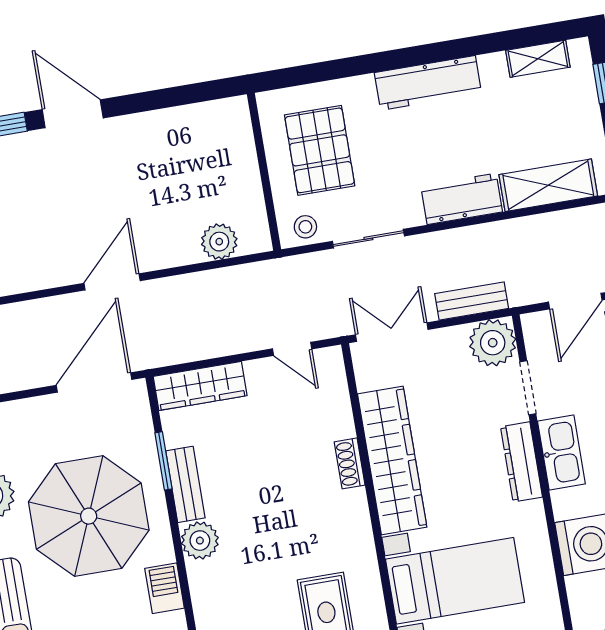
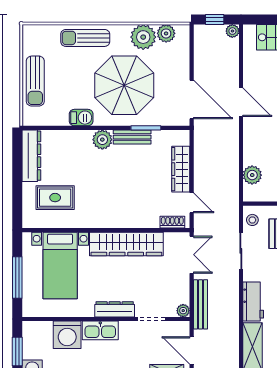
door: (112, 282) -> (241, 102), moved
bench: (472, 301) -> (200, 304), width x1.36
plant: (493, 343) -> (183, 311), width x0.53, depth x0.53
door: (292, 349) -> (192, 203), swing flipped
wardrobe: (200, 386) -> (181, 169), moved
kitchen sink: (561, 453) -> (100, 330), moved
shoe rack: (350, 463) -> (172, 222), moved

